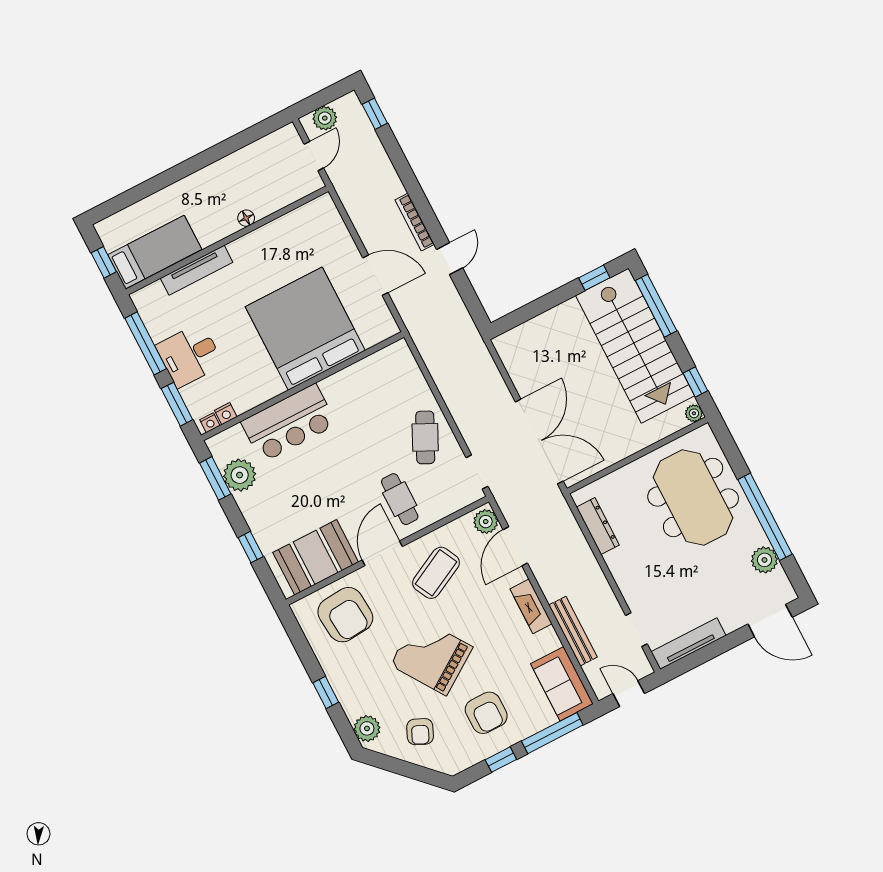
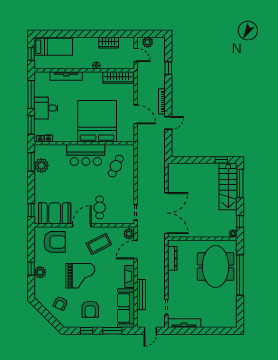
window: (375, 114) -> (168, 68), moved
door: (314, 156) -> (136, 55), hinge flipped
wardrobe: (247, 159) -> (109, 43), added
wardrobe: (302, 220) -> (118, 78), added
bed: (155, 252) -> (53, 47), moved
stairs: (635, 346) -> (228, 186), width x0.73, depth x0.66
bar counter: (289, 423) -> (86, 155), moved
cafe table: (425, 437) -> (116, 166), moved
window: (765, 517) -> (240, 275), moved
window: (251, 547) -> (31, 210), moved
plant: (764, 560) -> (231, 306), removed
armchair: (345, 615) -> (55, 242), turned -85
door: (770, 621) -> (221, 331), removed
grand piano: (431, 656) -> (80, 276), turned 124
sofa: (562, 684) -> (126, 308), width x1.36
door: (629, 694) -> (150, 331), swing flipped
plant: (367, 728) -> (40, 272), moved
window: (552, 733) -> (112, 331), width x0.69

